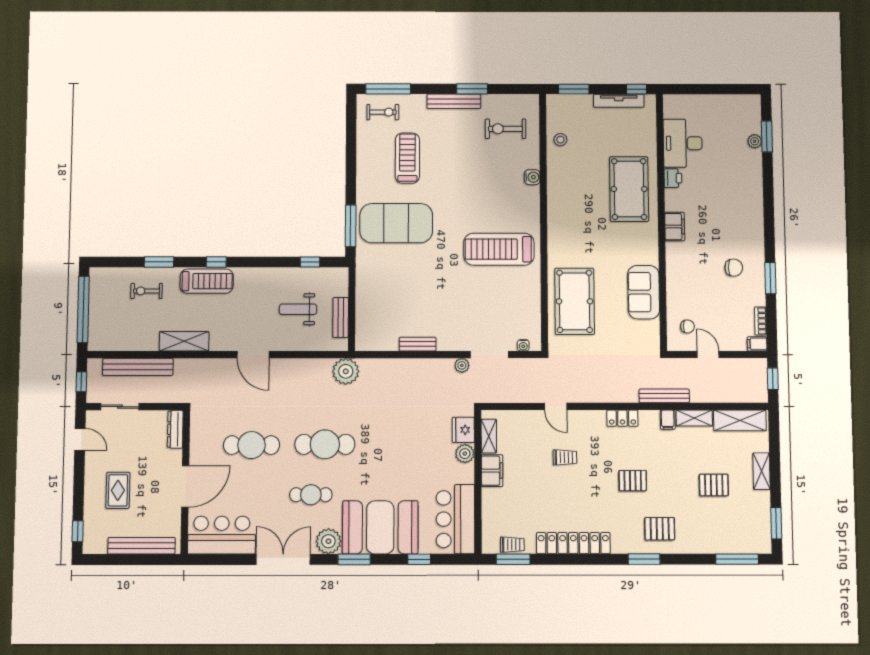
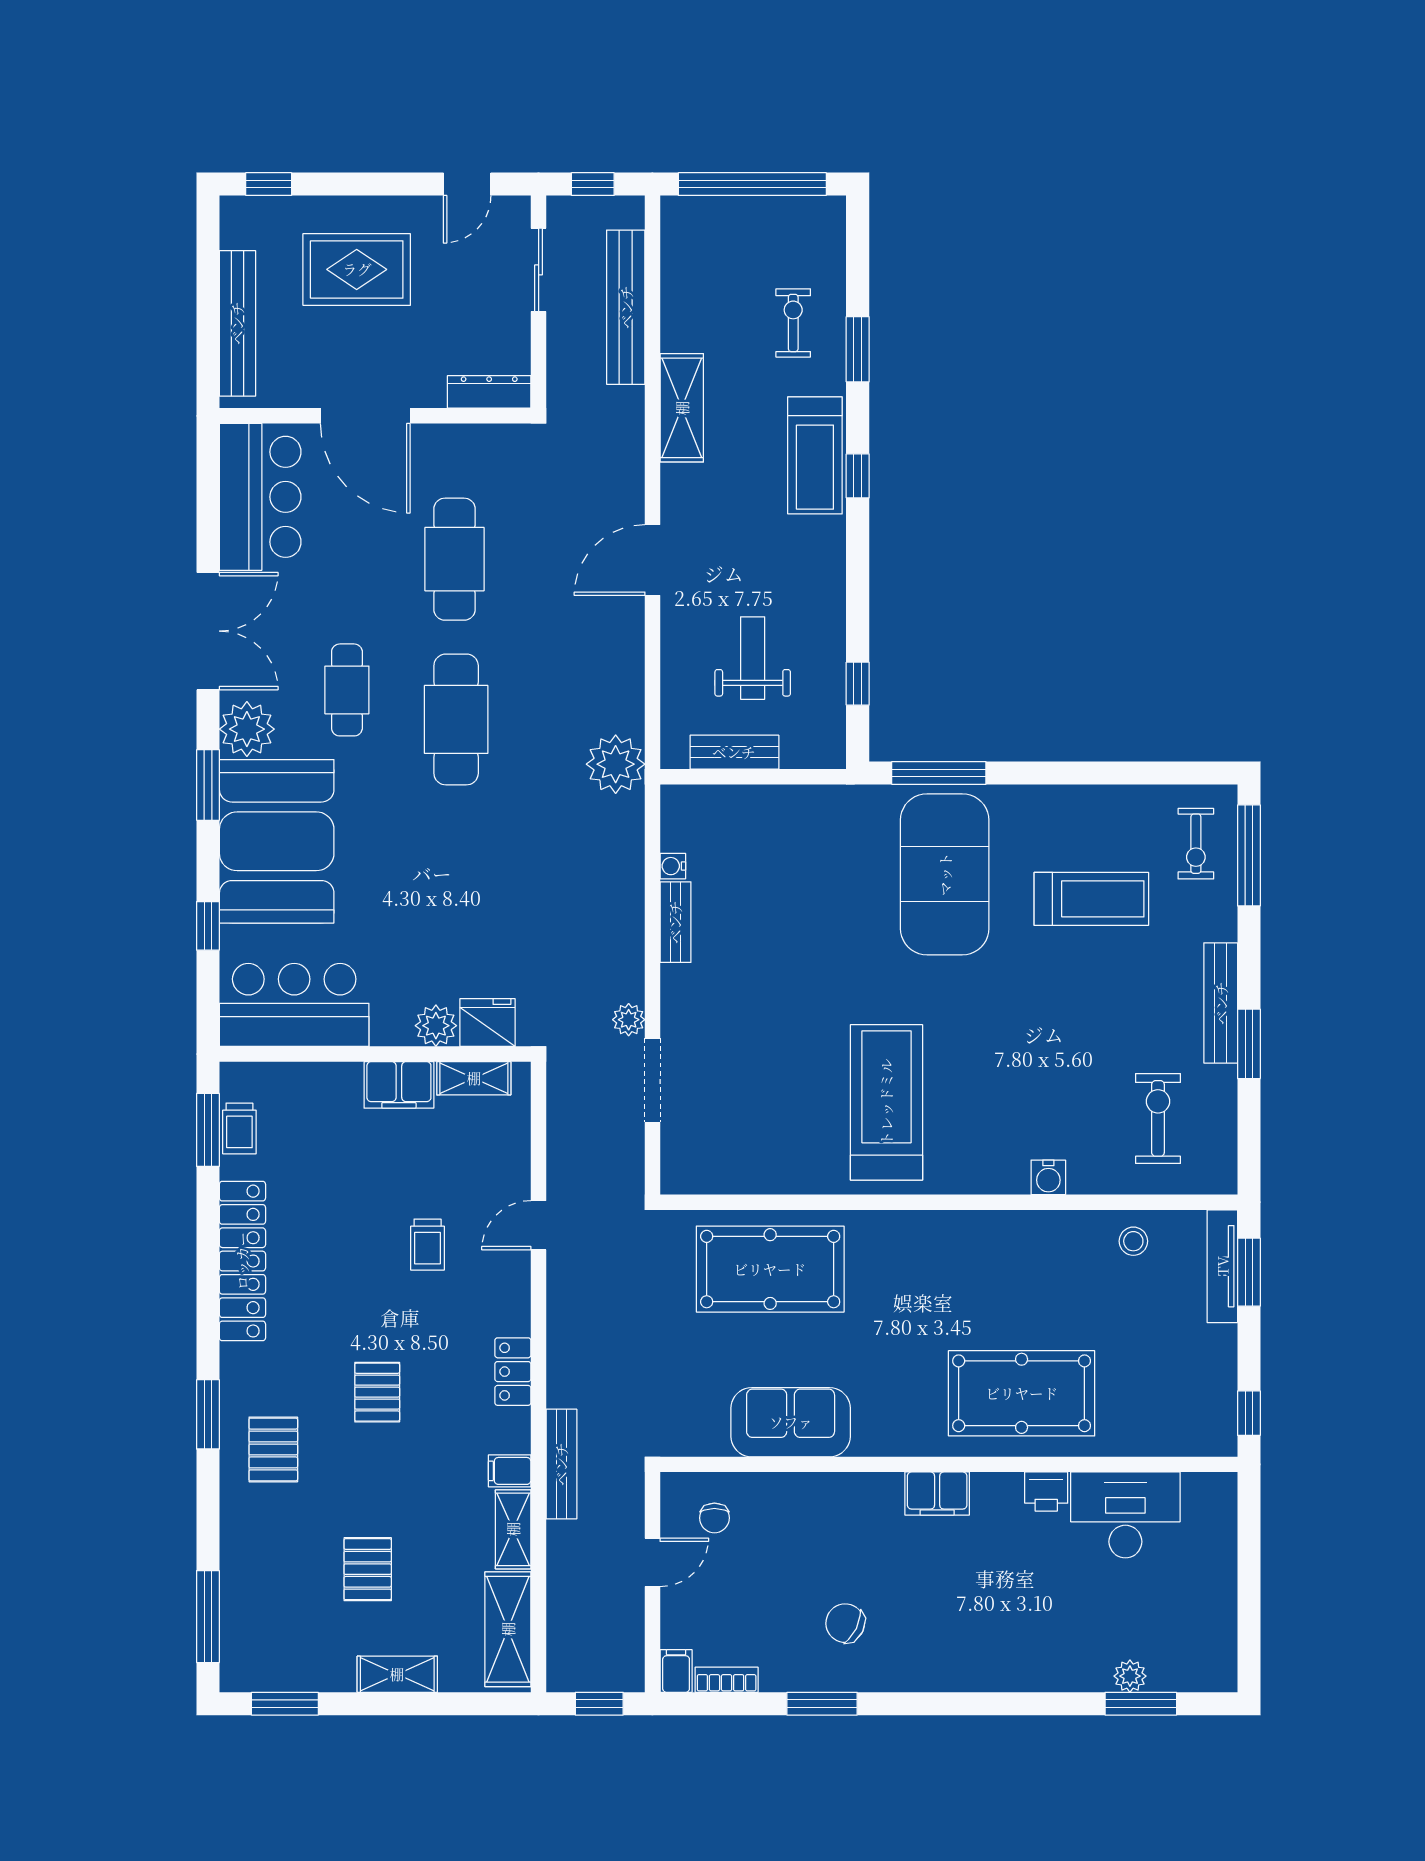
tv unit: (619, 101) -> (1222, 1266), moved
chair: (734, 268) -> (845, 1623), turned 117
water cooler: (523, 345) -> (673, 866), moved
rug: (118, 490) -> (357, 269), width x1.36, depth x1.43

